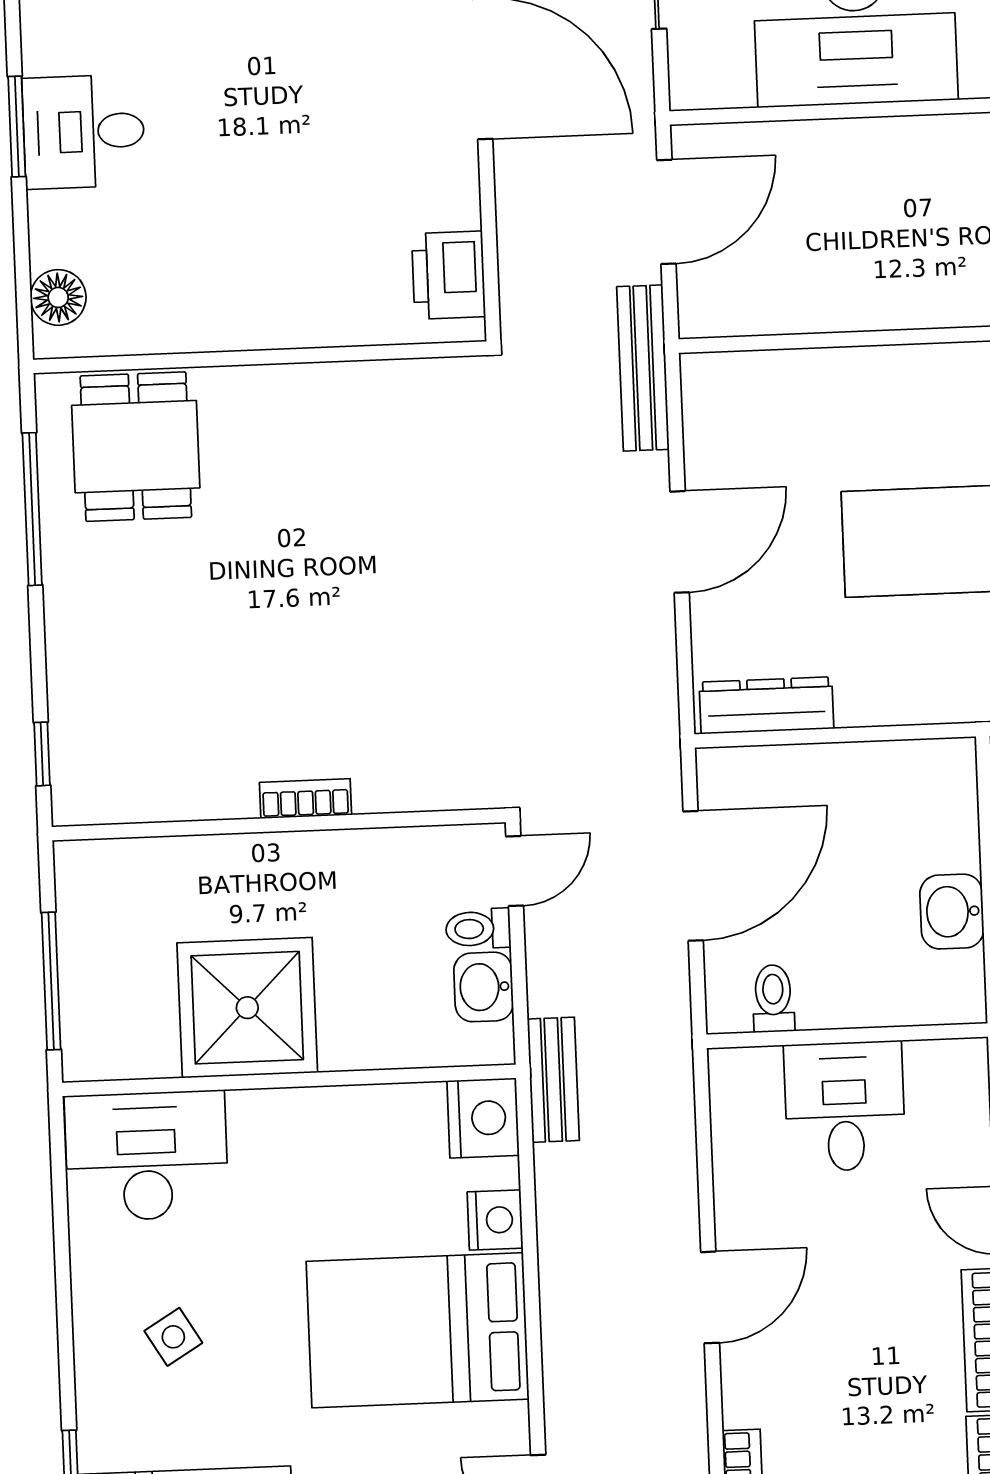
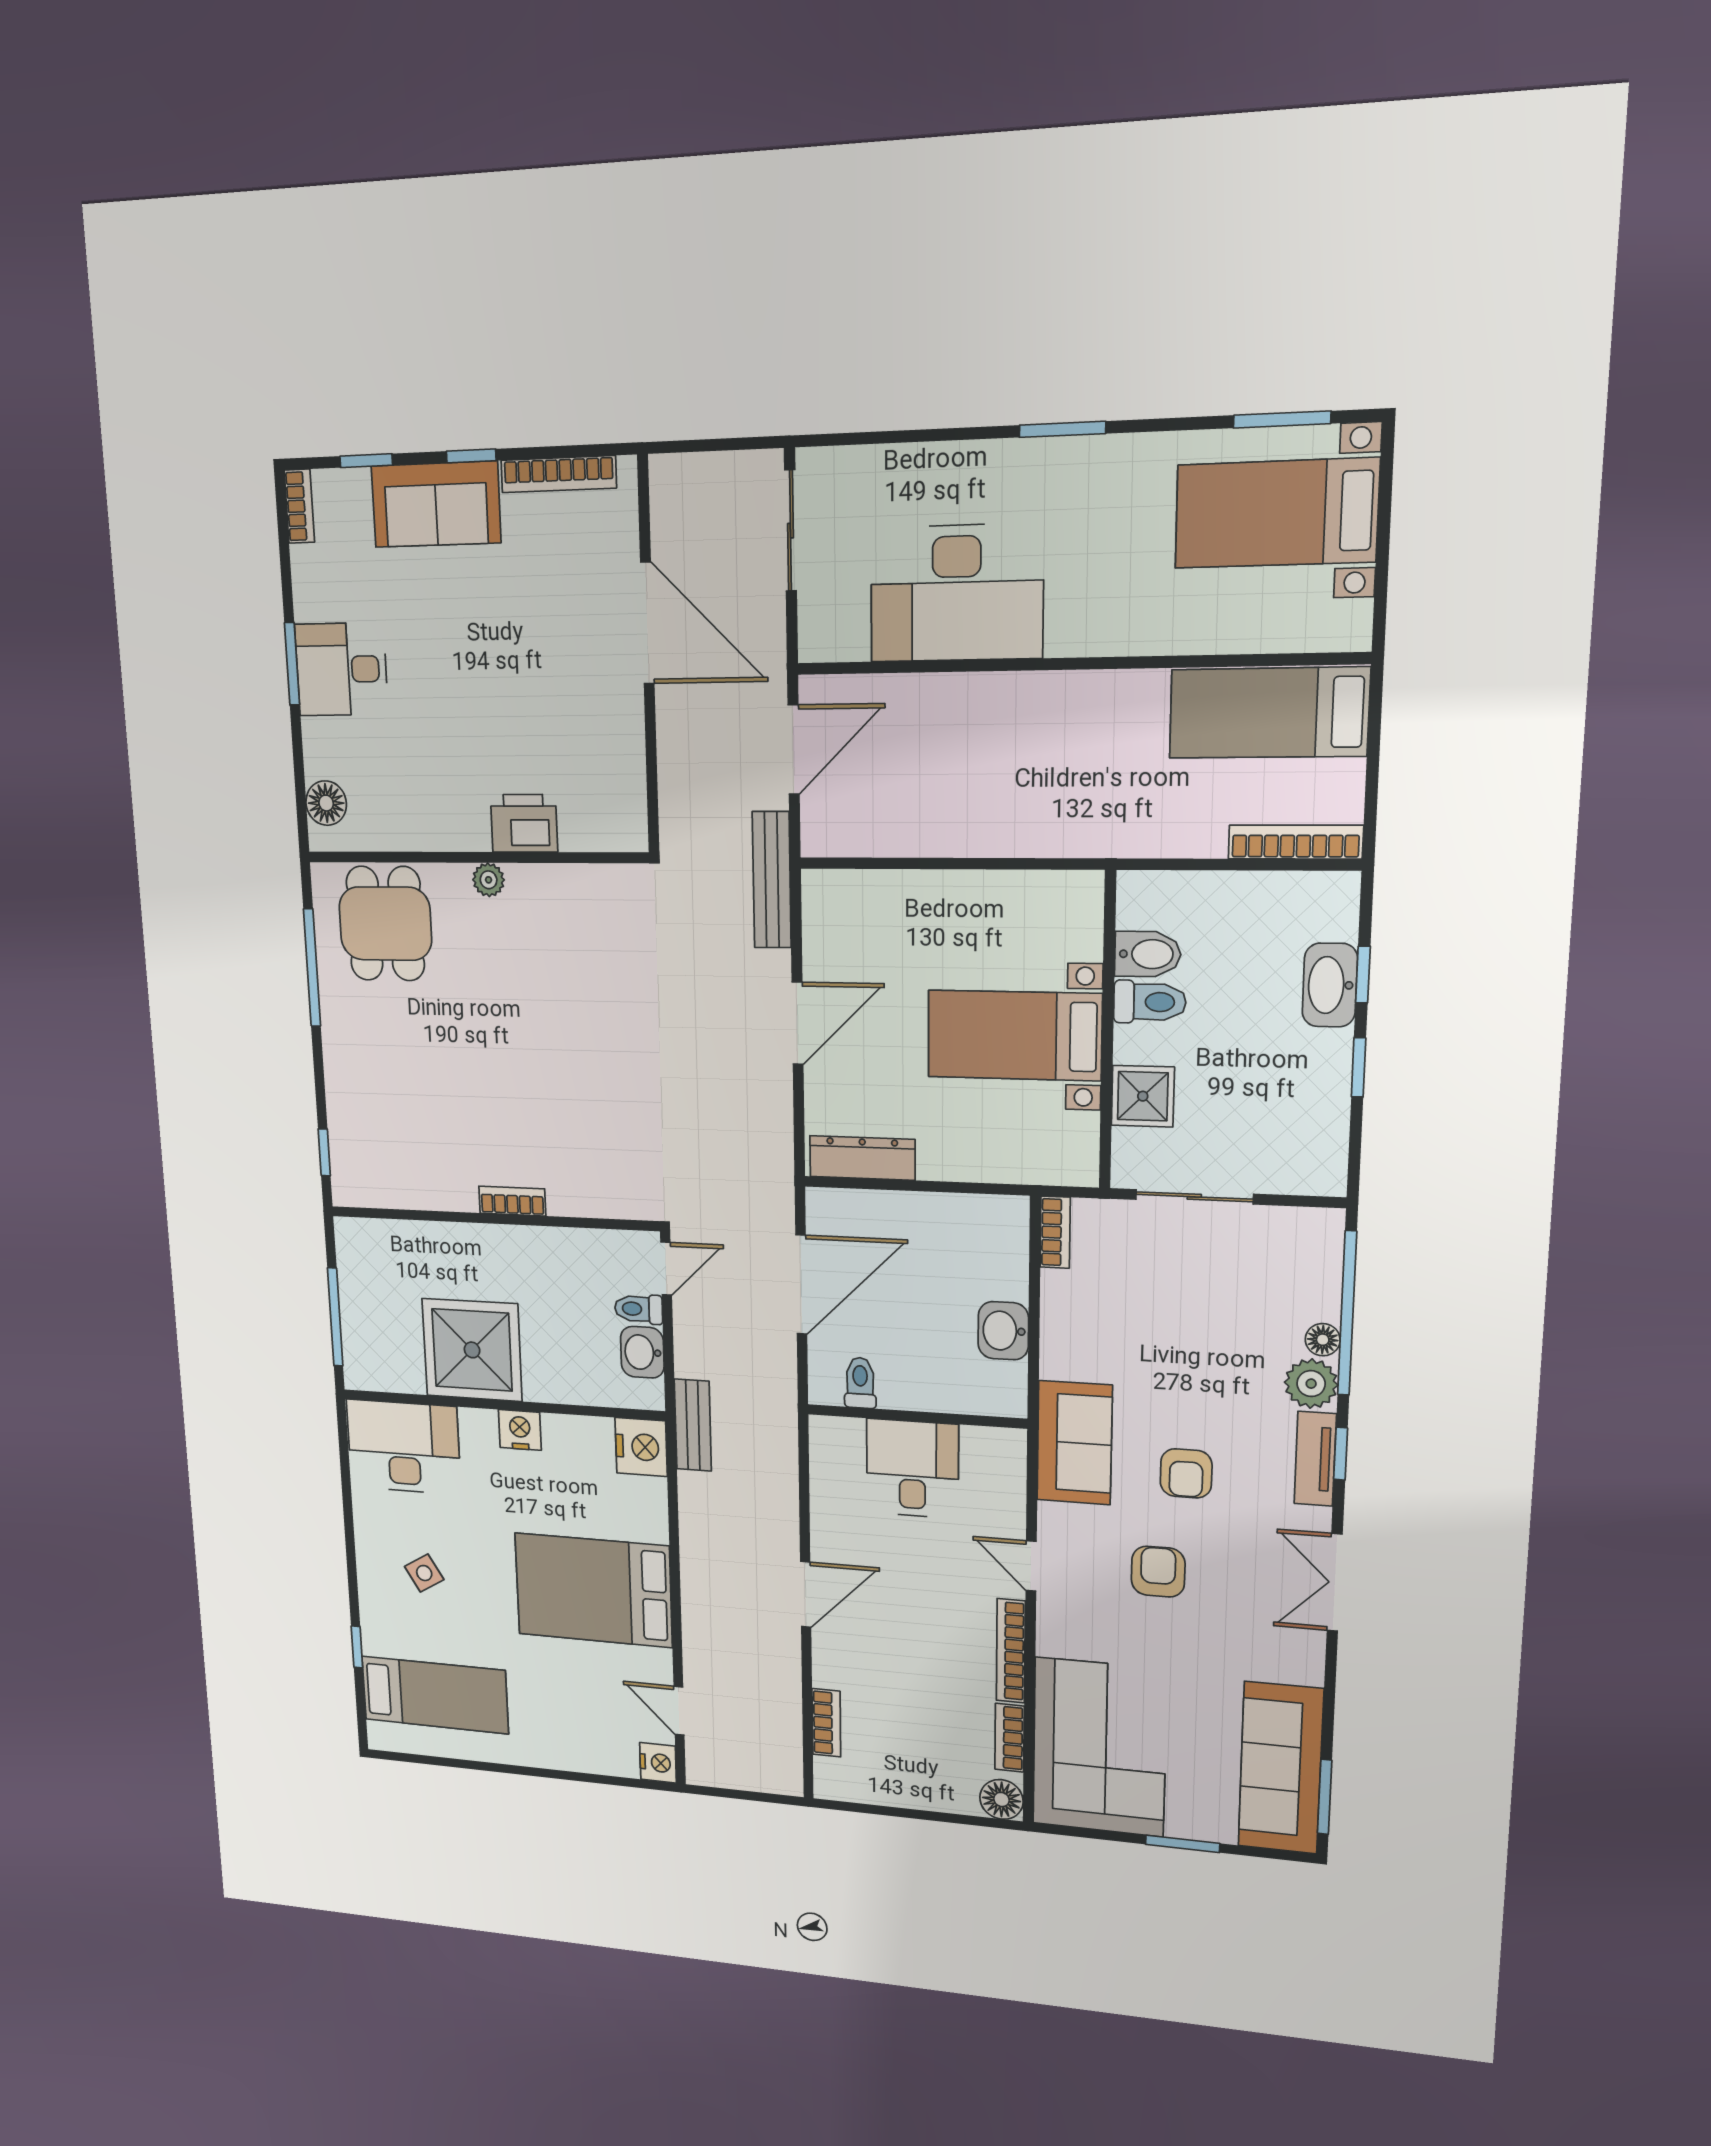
printer: (449, 275) -> (524, 823), moved, turned 90
plant: (277, 385) -> (489, 880), added
nightstand: (495, 1220) -> (520, 1430), moved, turned -90

